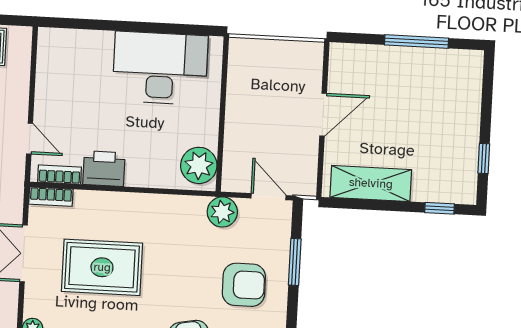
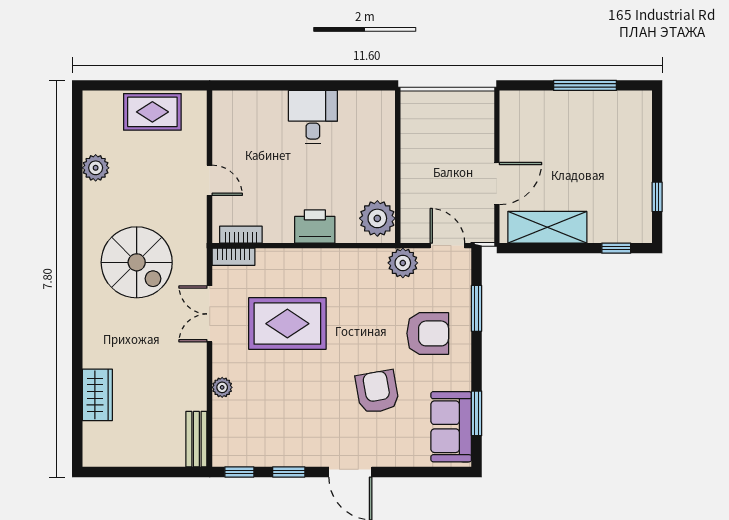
desk: (160, 68) -> (313, 117), width x0.53, depth x0.77
door: (323, 115) -> (497, 184), moved
door: (30, 139) -> (210, 180), moved
printer: (104, 169) -> (315, 226), moved

